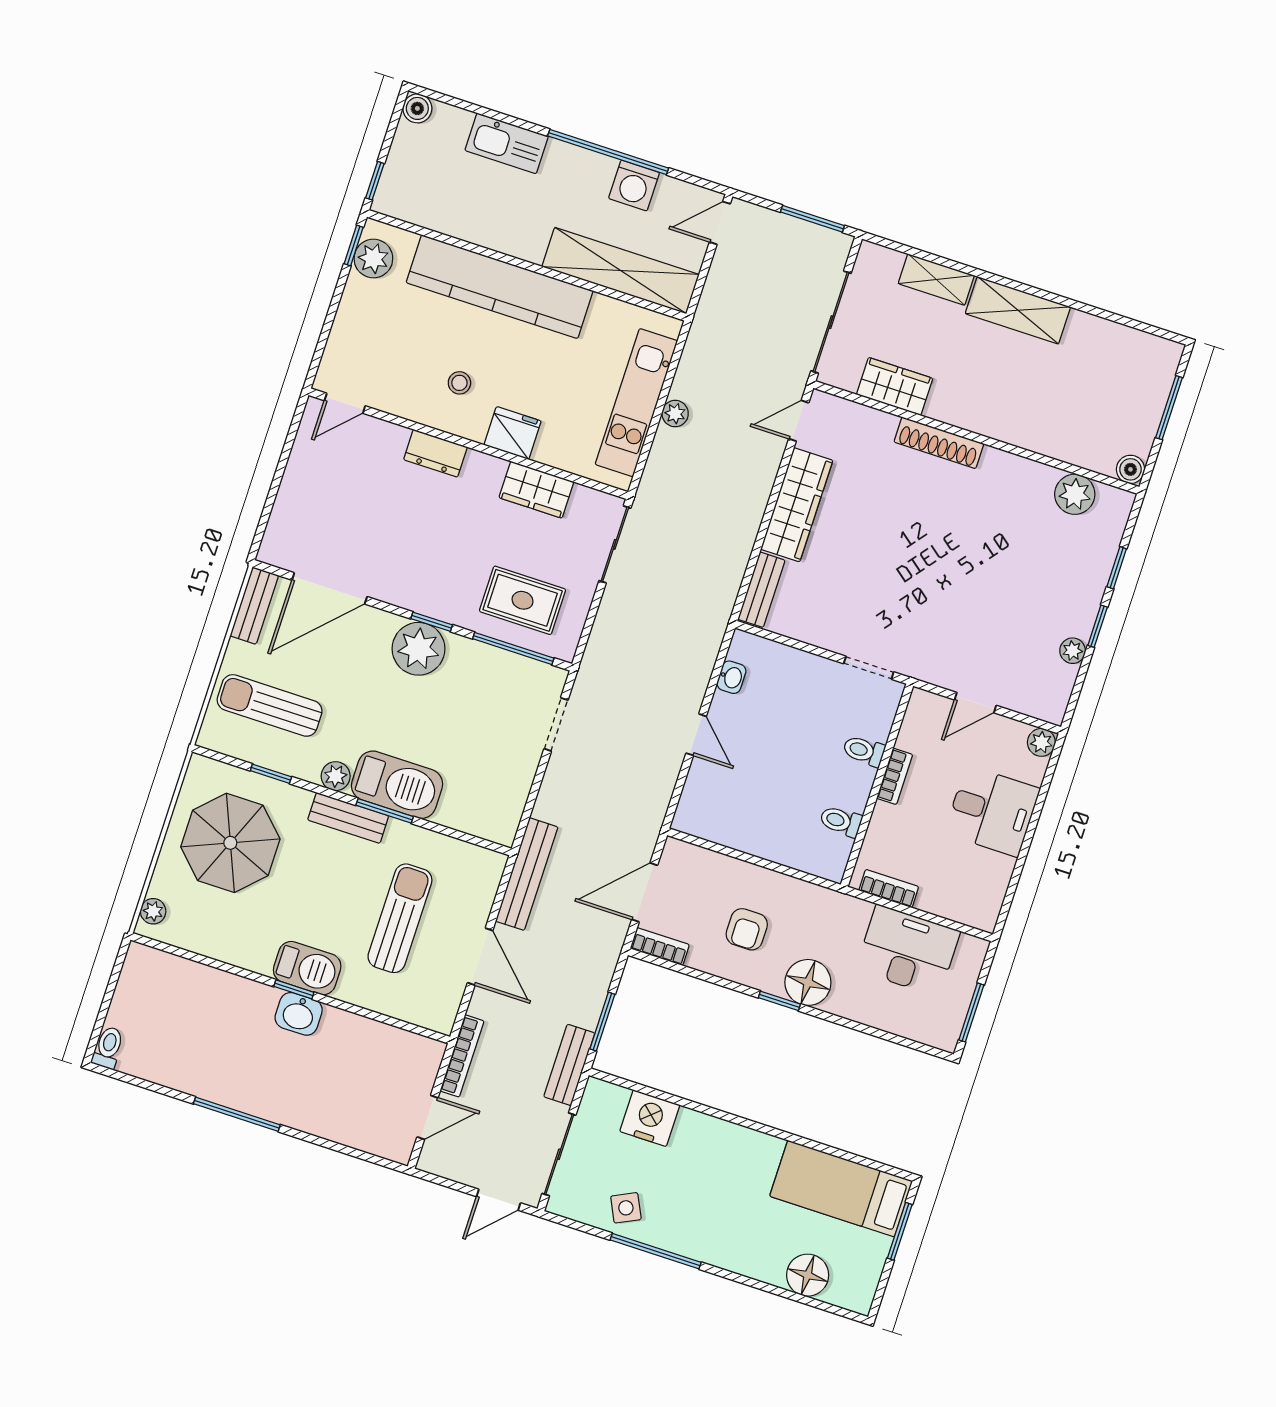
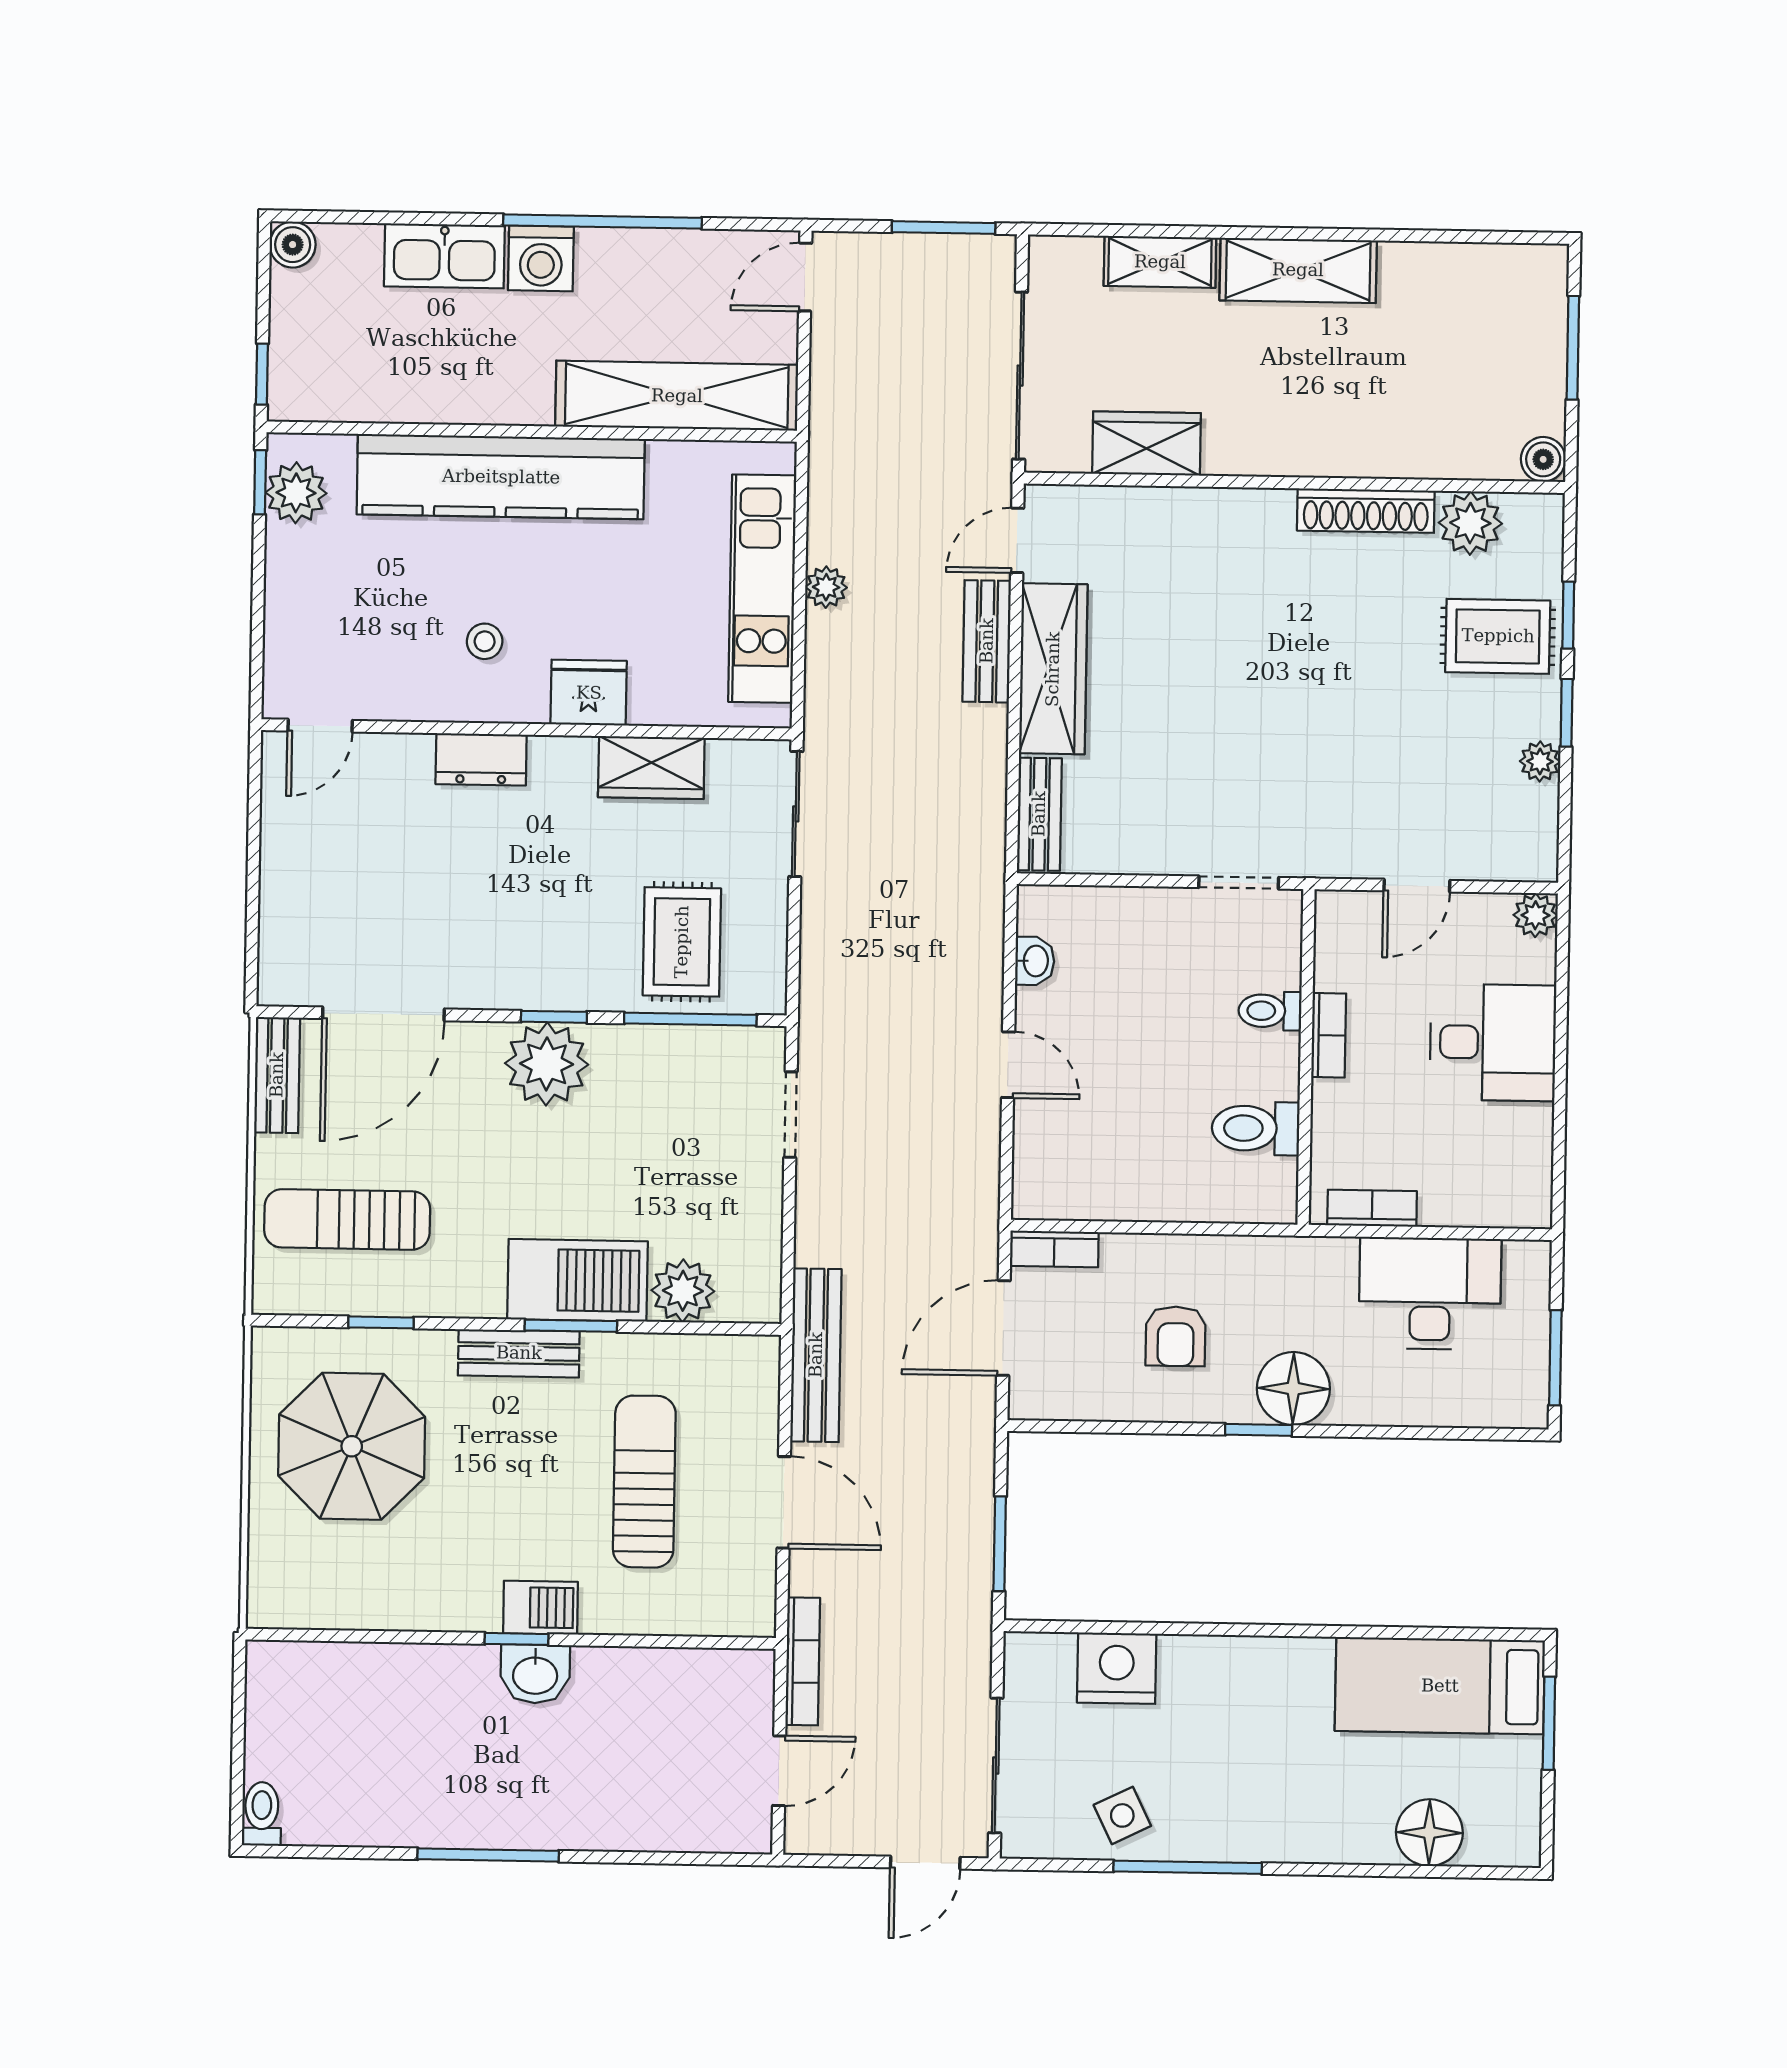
washing machine: (634, 186) -> (541, 258), moved
shoe rack: (939, 443) -> (1366, 511), moved
rug: (1070, 568) -> (1498, 636), added
rug: (523, 600) -> (682, 942), turned 90
plant: (336, 776) -> (683, 1291), moved, width x1.38, depth x1.38
toilet: (841, 821) -> (1256, 1128), width x1.37, depth x1.39
plant: (153, 911) -> (266, 1586), removed
bookcase: (660, 947) -> (1054, 1249), moved, turned 180
barbecue: (307, 968) -> (540, 1608), width x0.73, depth x0.79
bench: (569, 1065) -> (987, 641), moved

